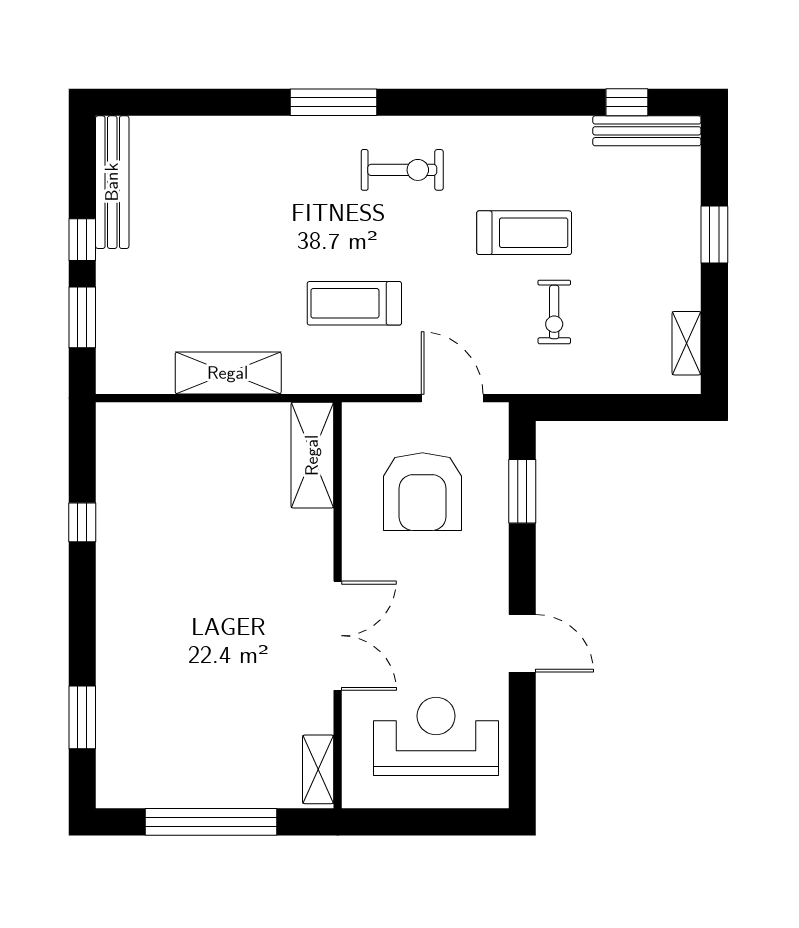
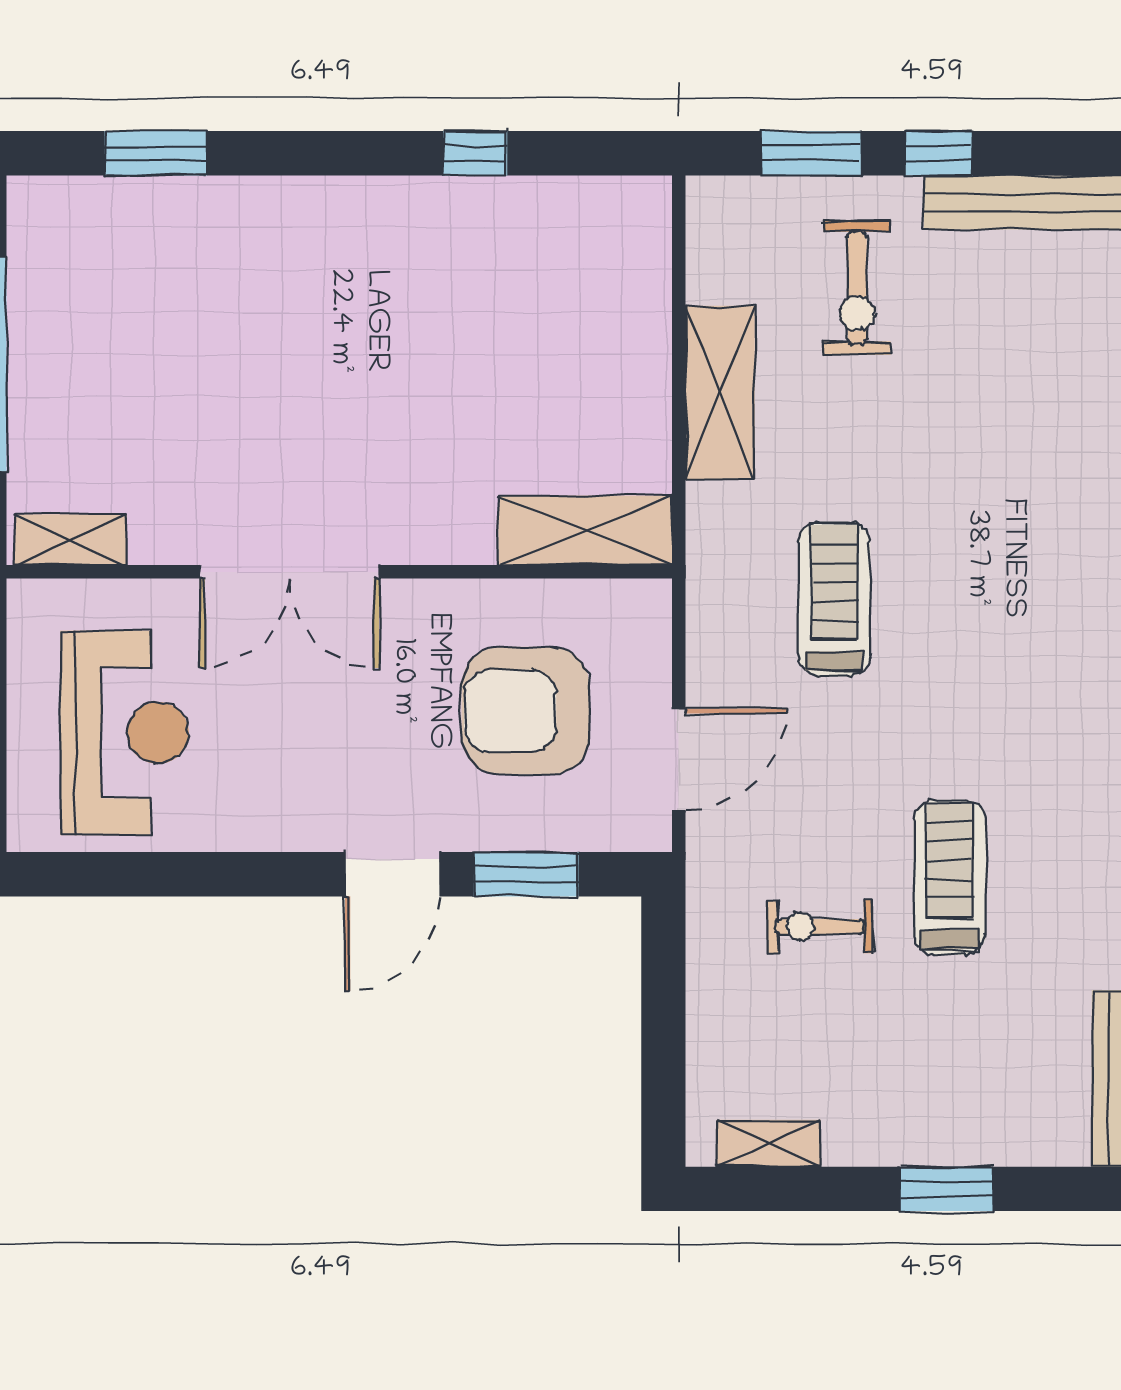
exercise bike: (402, 170) -> (857, 288), moved
treadmill: (524, 233) -> (950, 877), turned 180
door: (522, 643) -> (392, 874), moved

